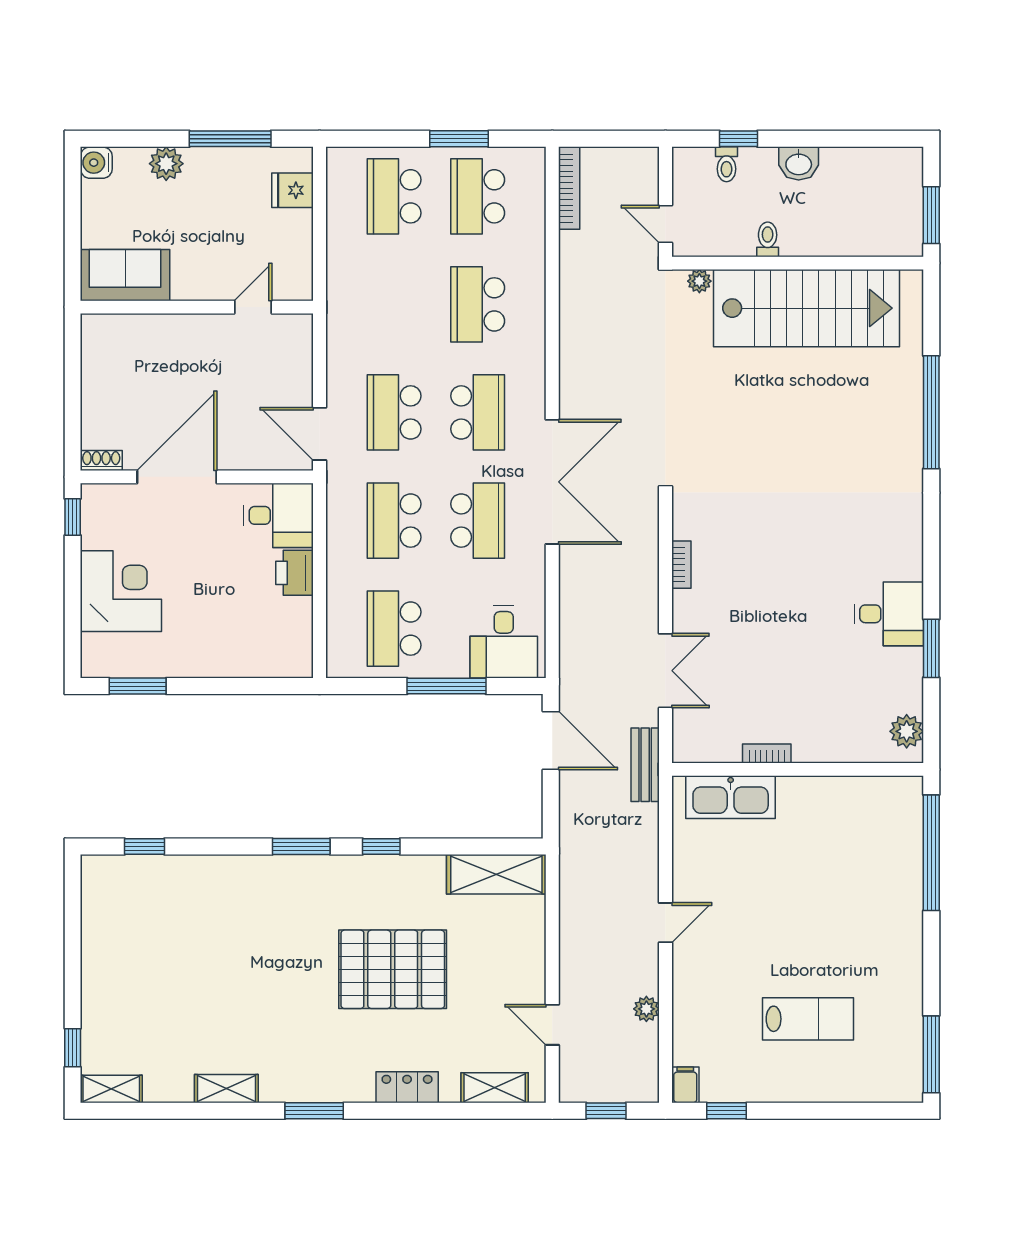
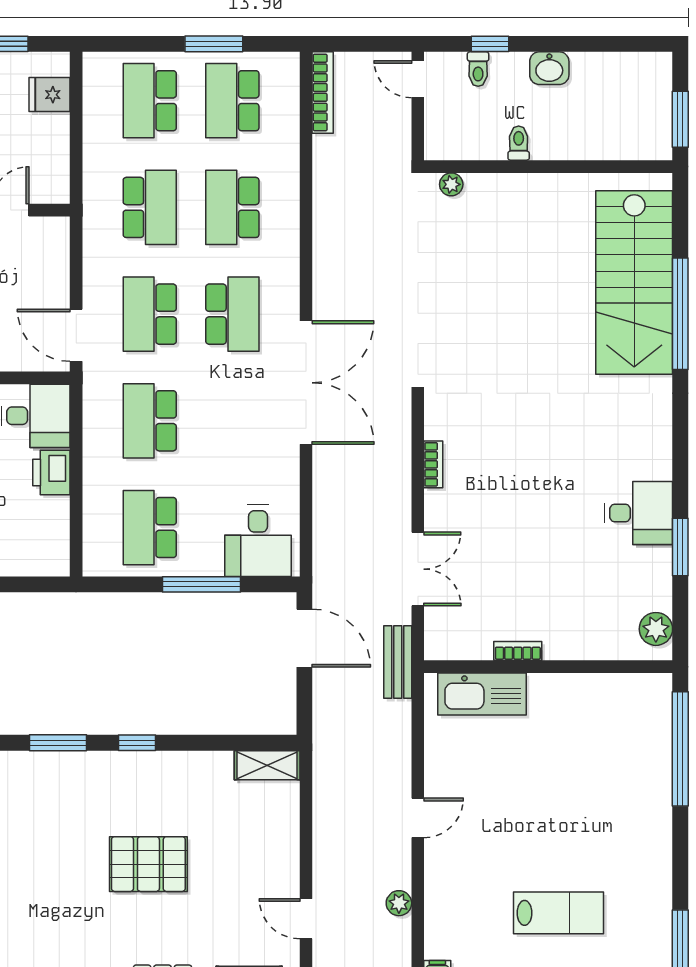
door: (665, 224) -> (418, 79), moved
stairs: (807, 308) -> (634, 283), moved, turned 90
school desk: (478, 521) -> (150, 207), moved
shelving: (496, 874) -> (267, 765), width x0.67, depth x0.75
pallet: (393, 969) -> (148, 864), width x0.73, depth x0.71

